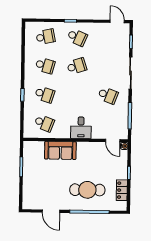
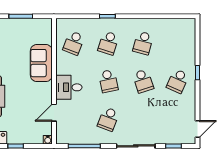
school desk: (46, 37) -> (108, 81), moved
door: (113, 141) -> (54, 113), moved

